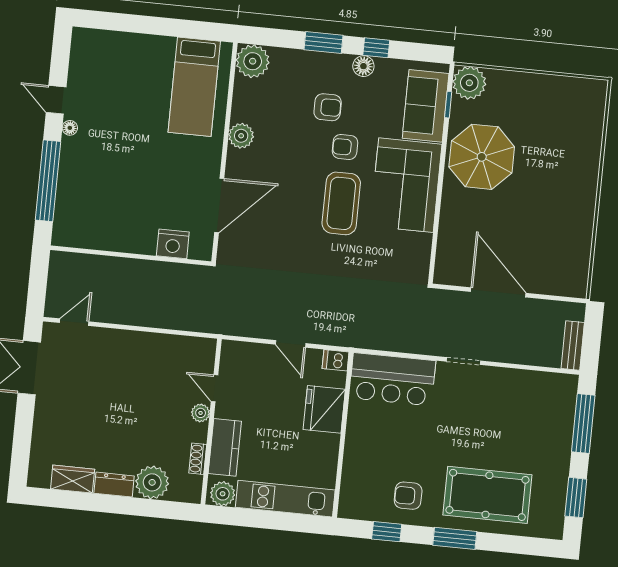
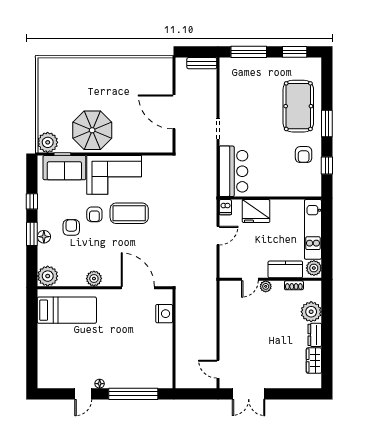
floor lamp: (363, 66) -> (44, 237), moved
door: (498, 292) -> (174, 112), hinge flipped

